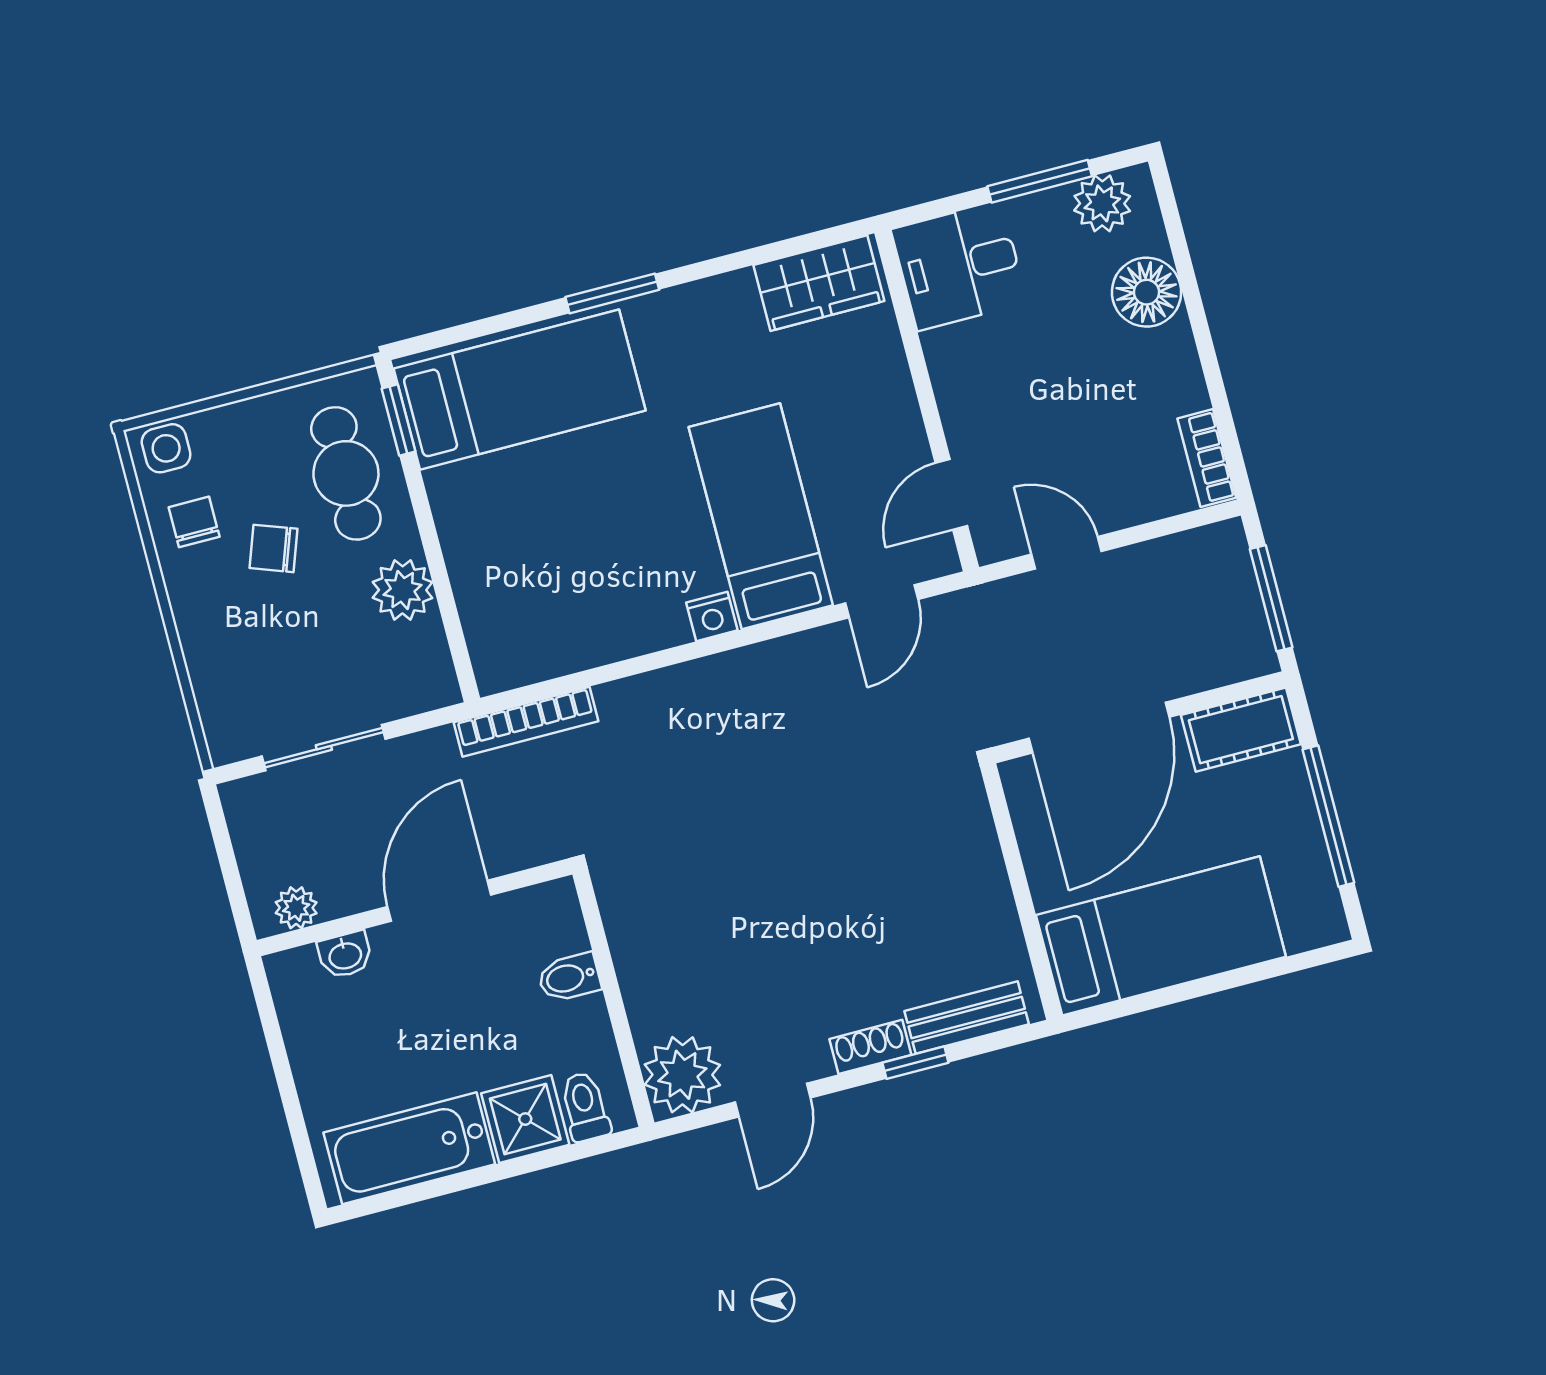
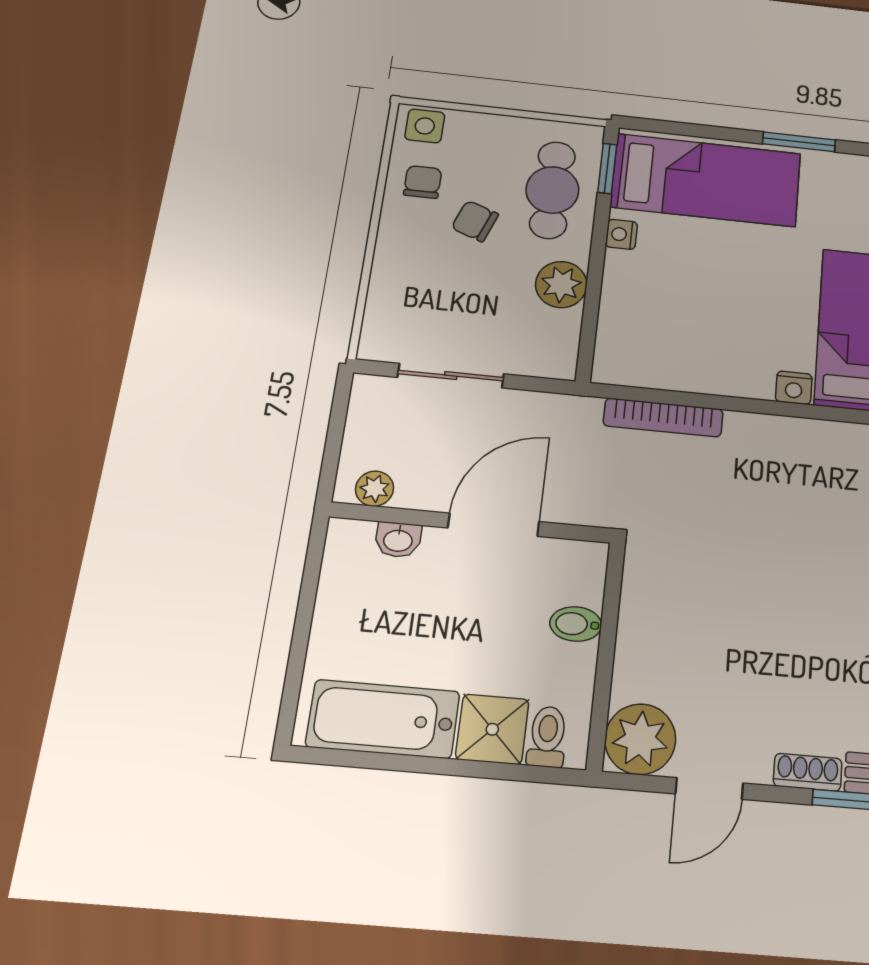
nightstand: (447, 500) -> (621, 234), added
bookcase: (526, 722) -> (663, 418), moved

